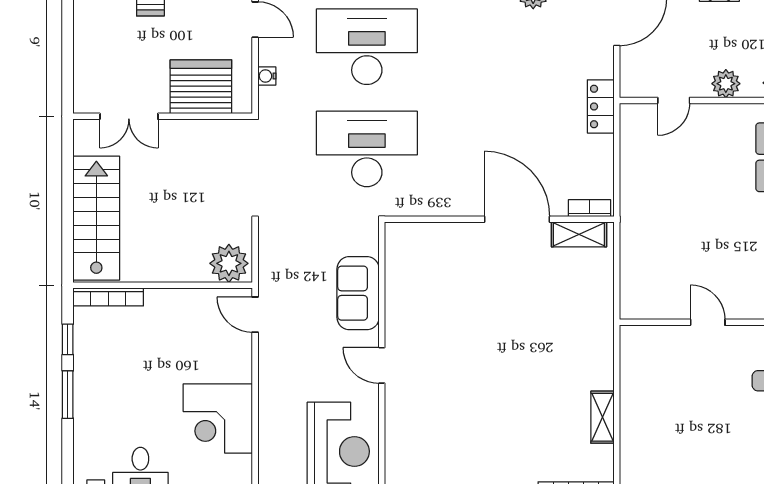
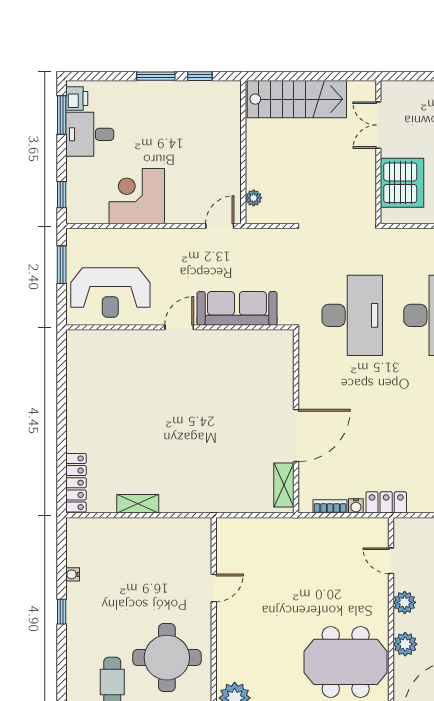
water cooler: (267, 76) -> (356, 506), moved, turned 180
bookcase: (589, 208) -> (330, 506), moved, turned -90
plant: (229, 263) -> (254, 198), width x0.53, depth x0.53
sofa: (358, 293) -> (237, 308), width x1.36
bookcase: (108, 297) -> (234, 109), removed

